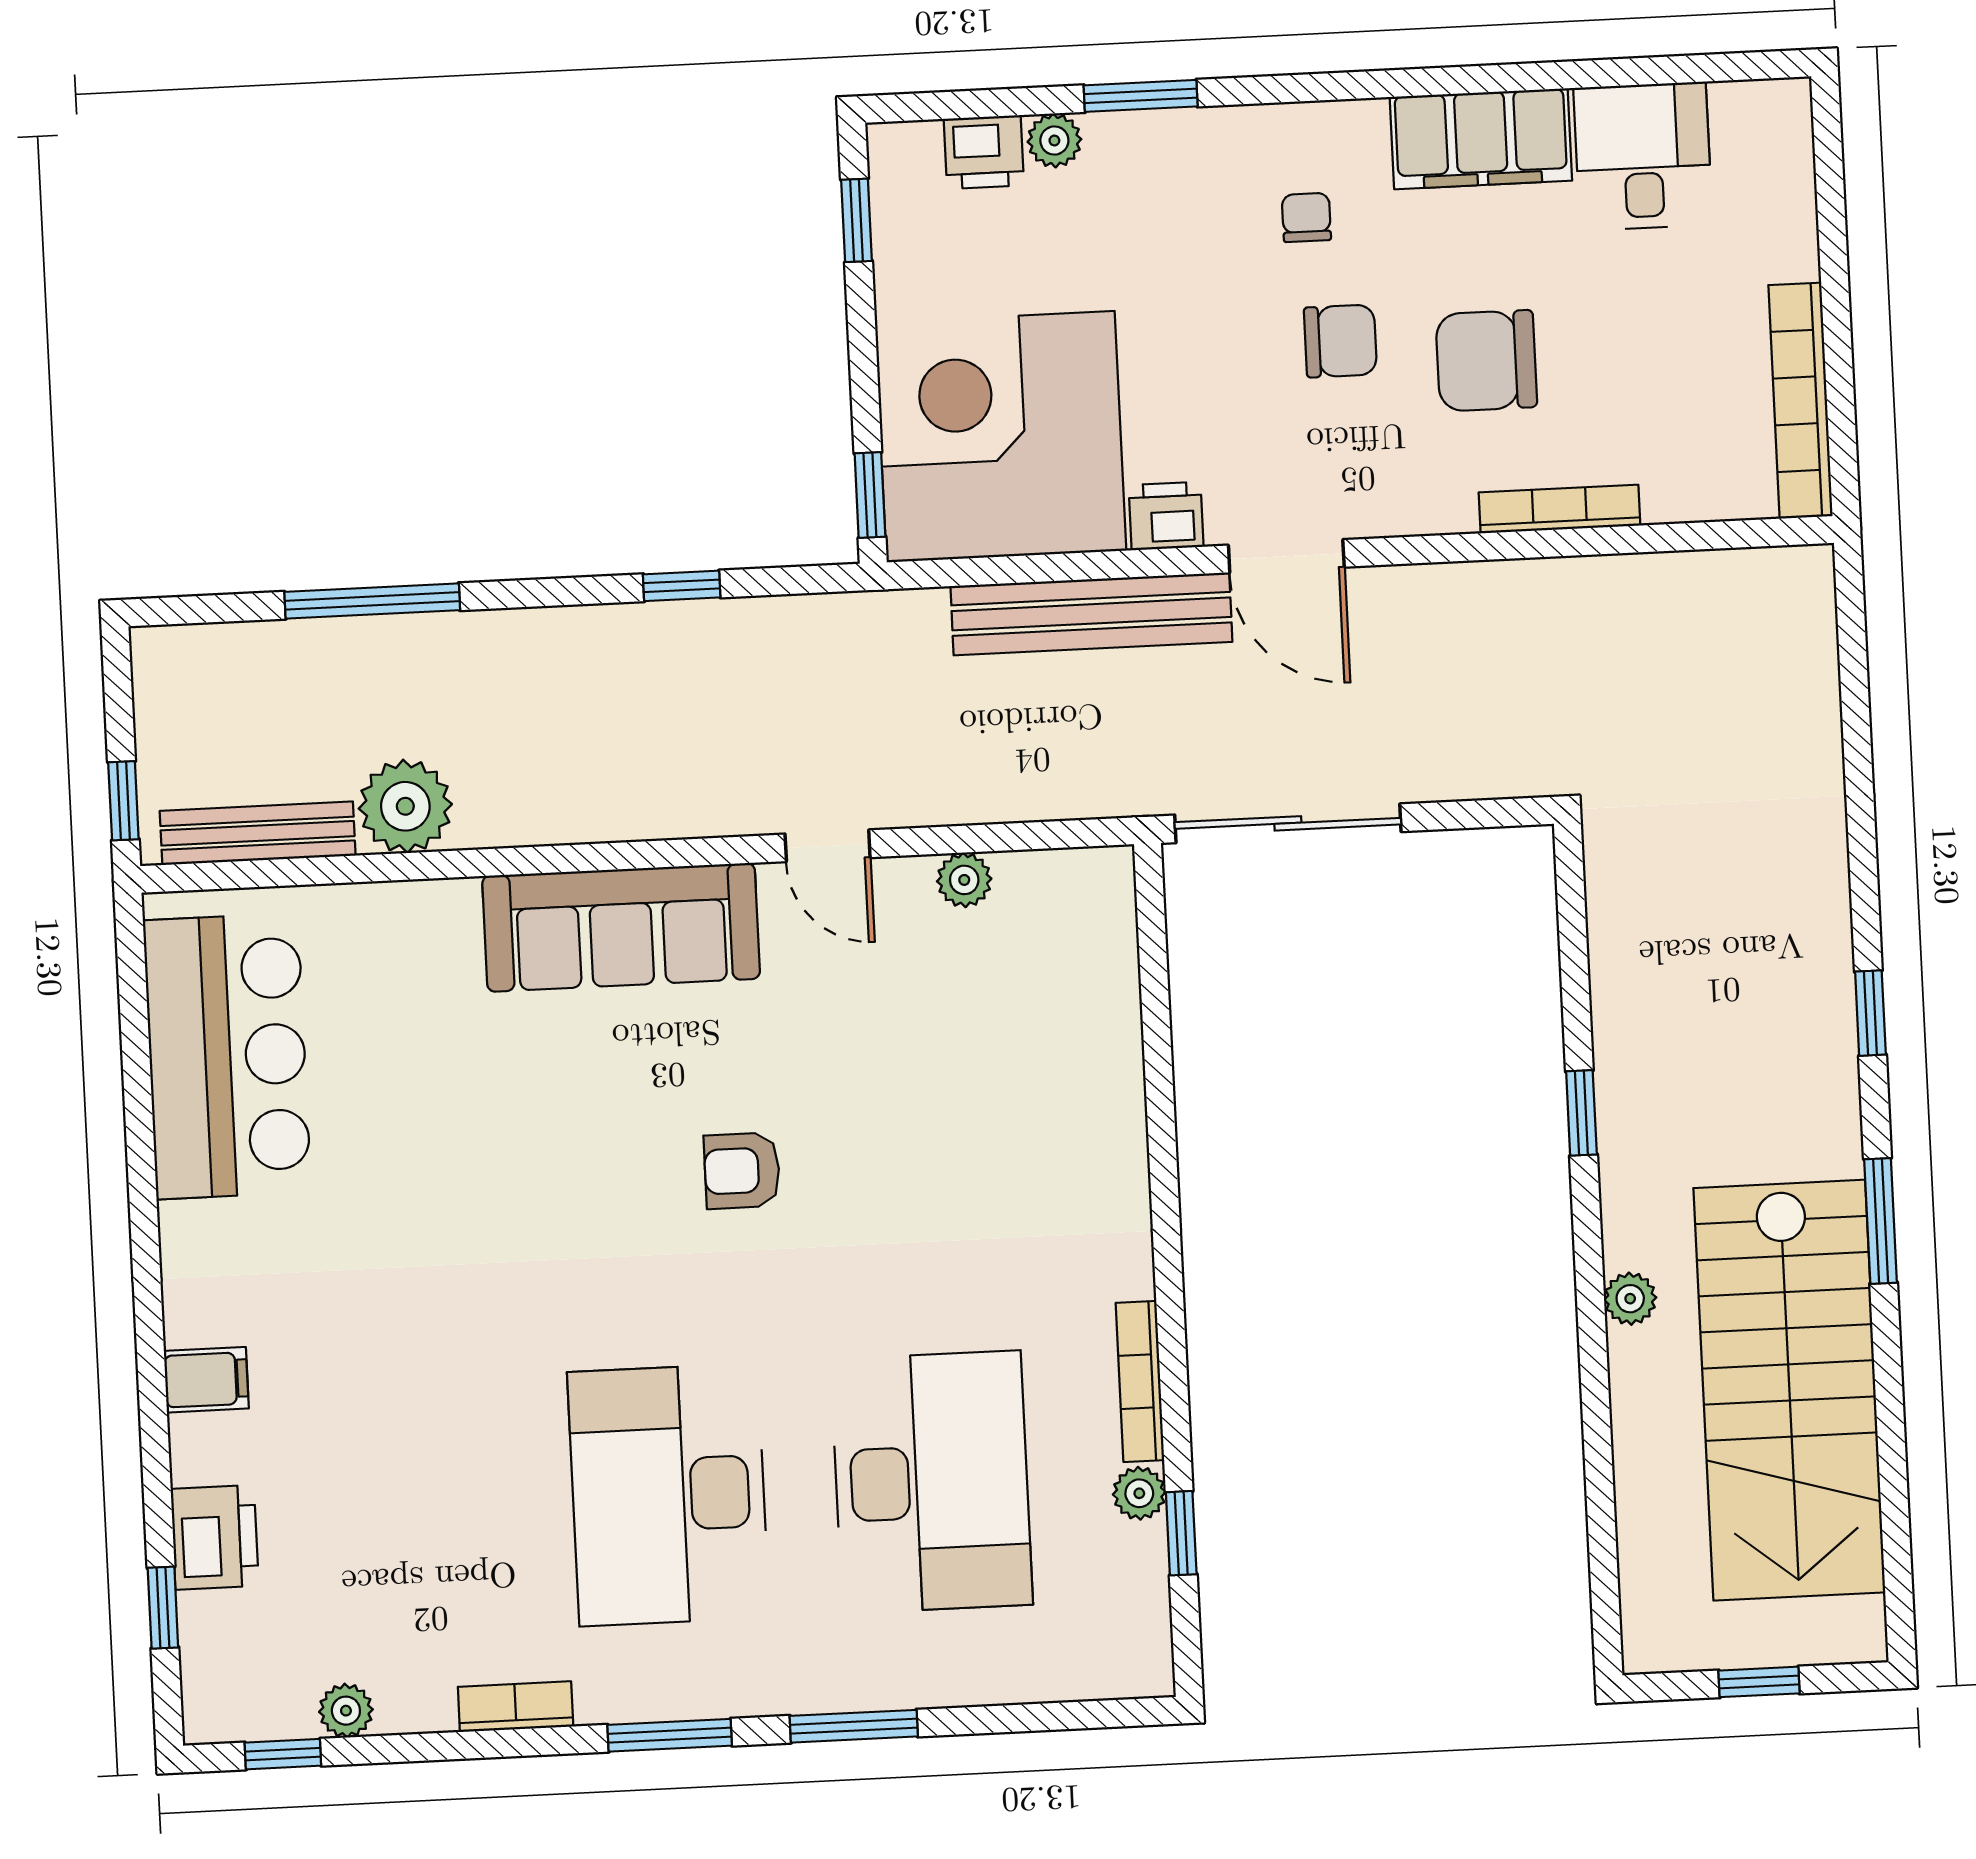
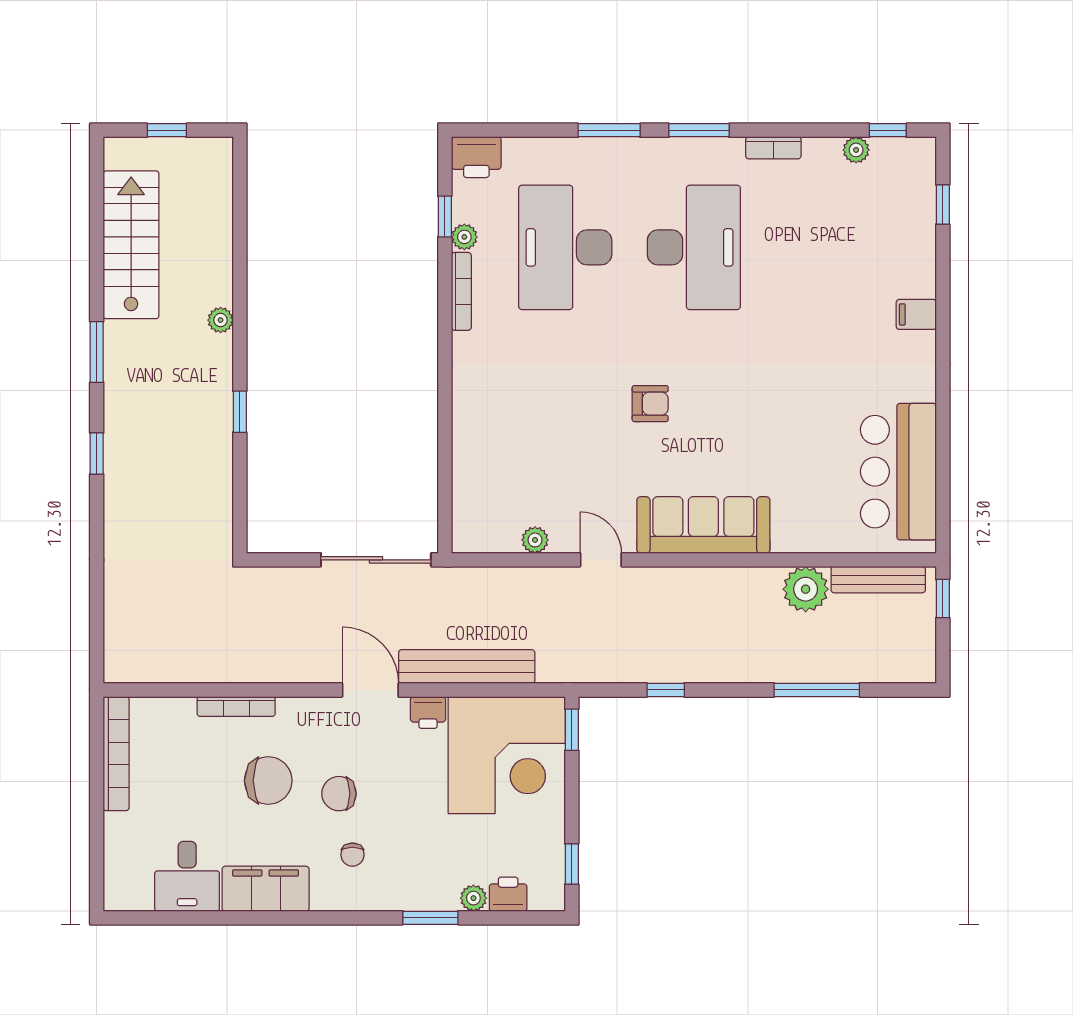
stairs: (1789, 1390) -> (131, 245), width x0.73, depth x0.66
printer: (215, 1537) -> (476, 157), moved, turned -90

